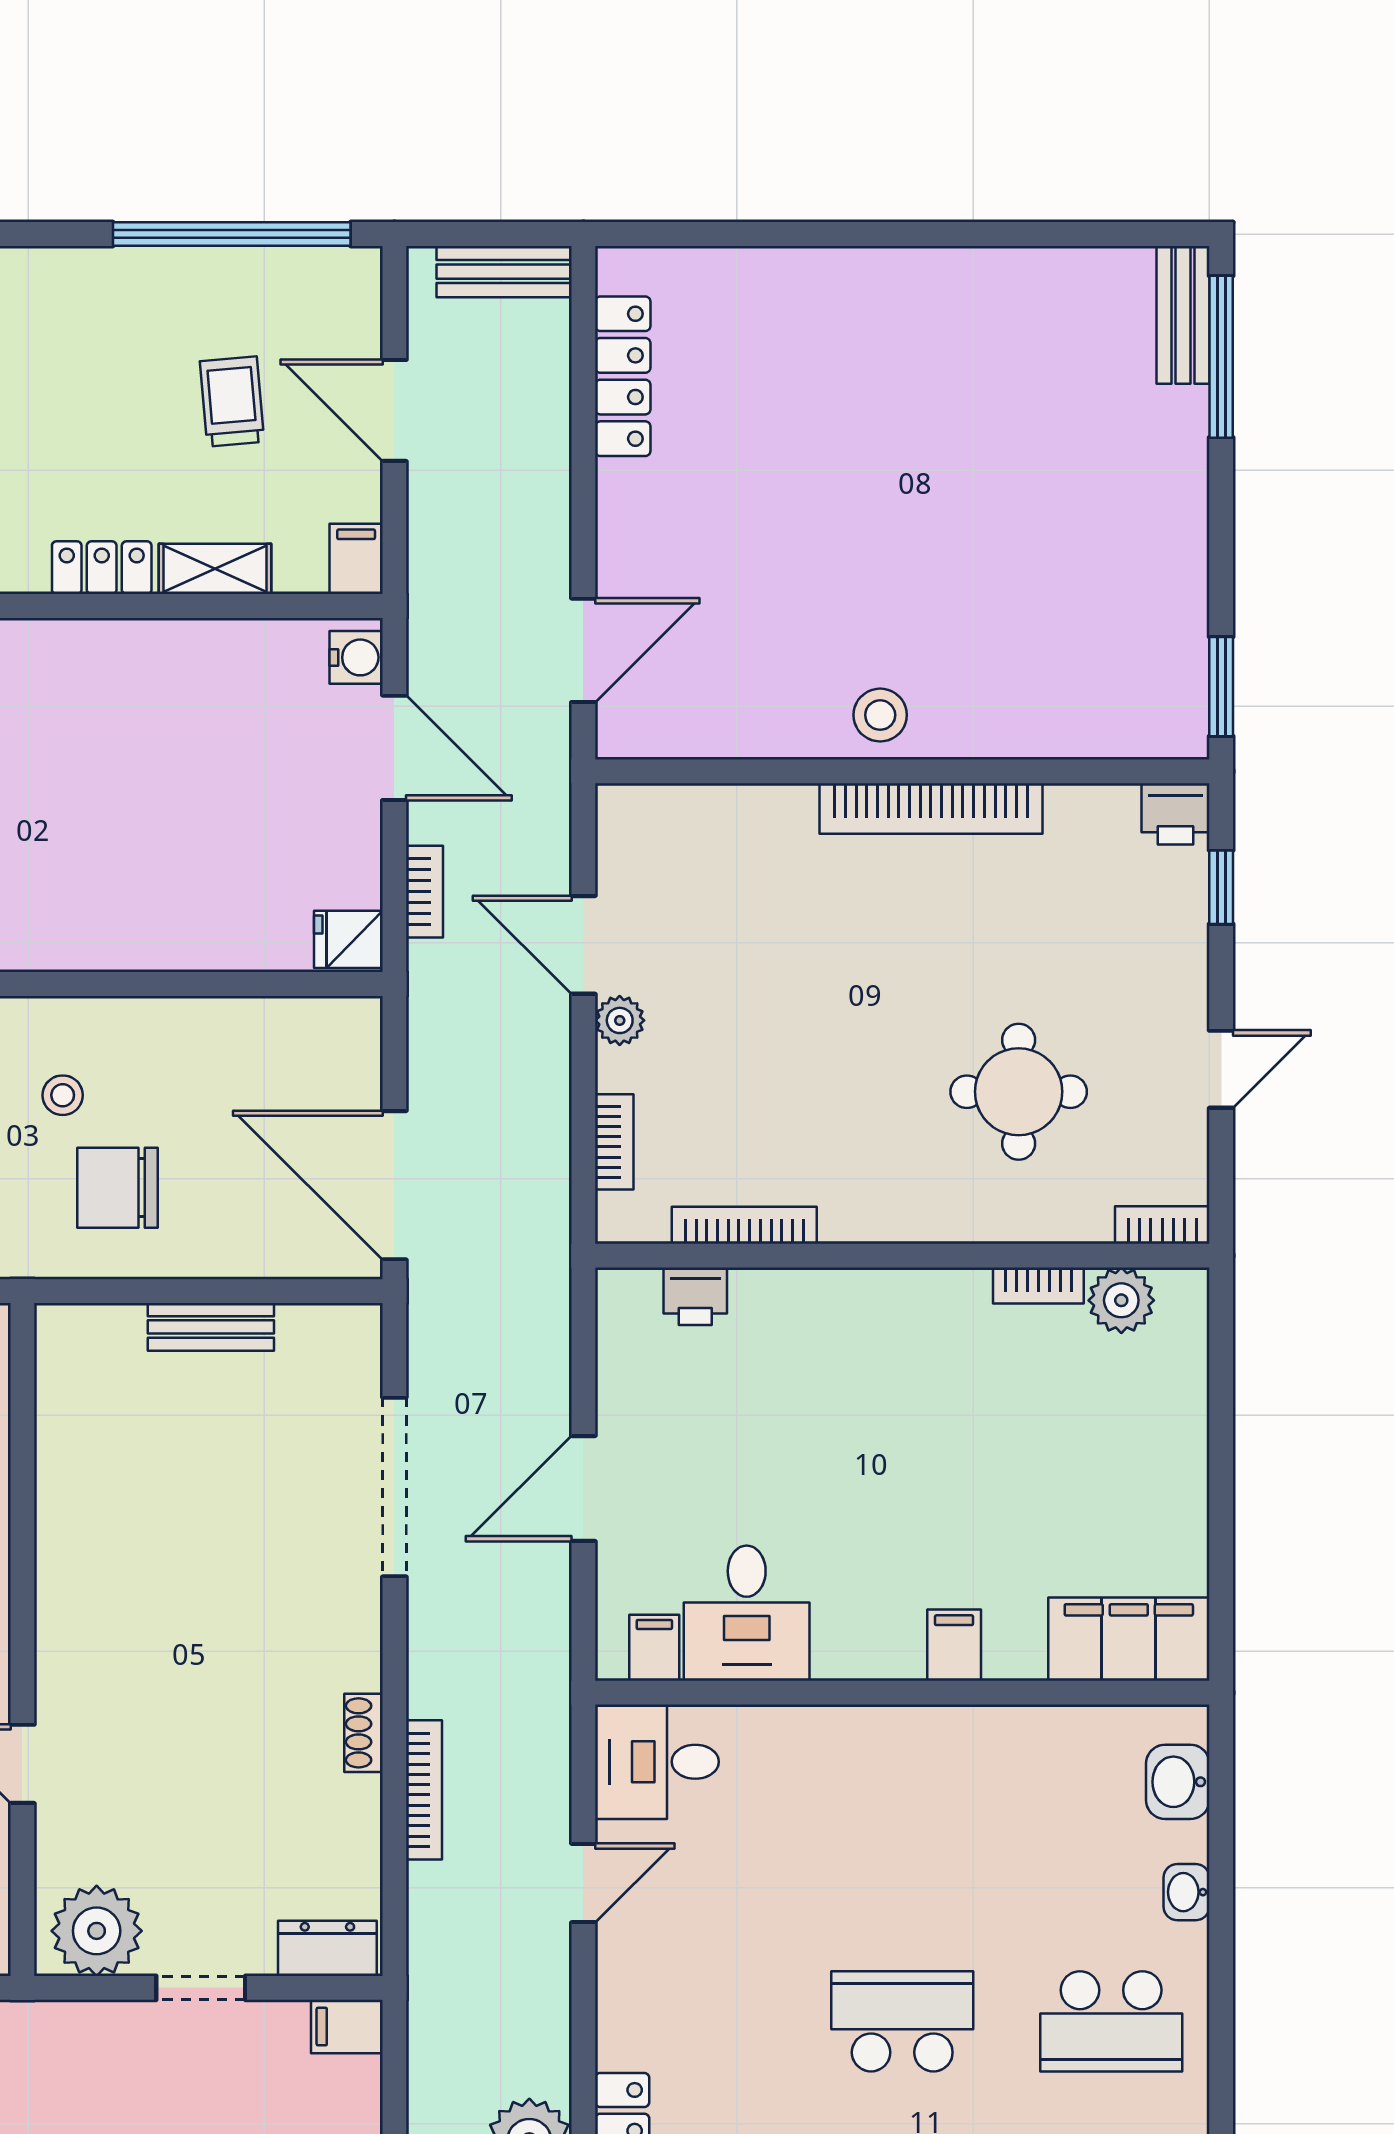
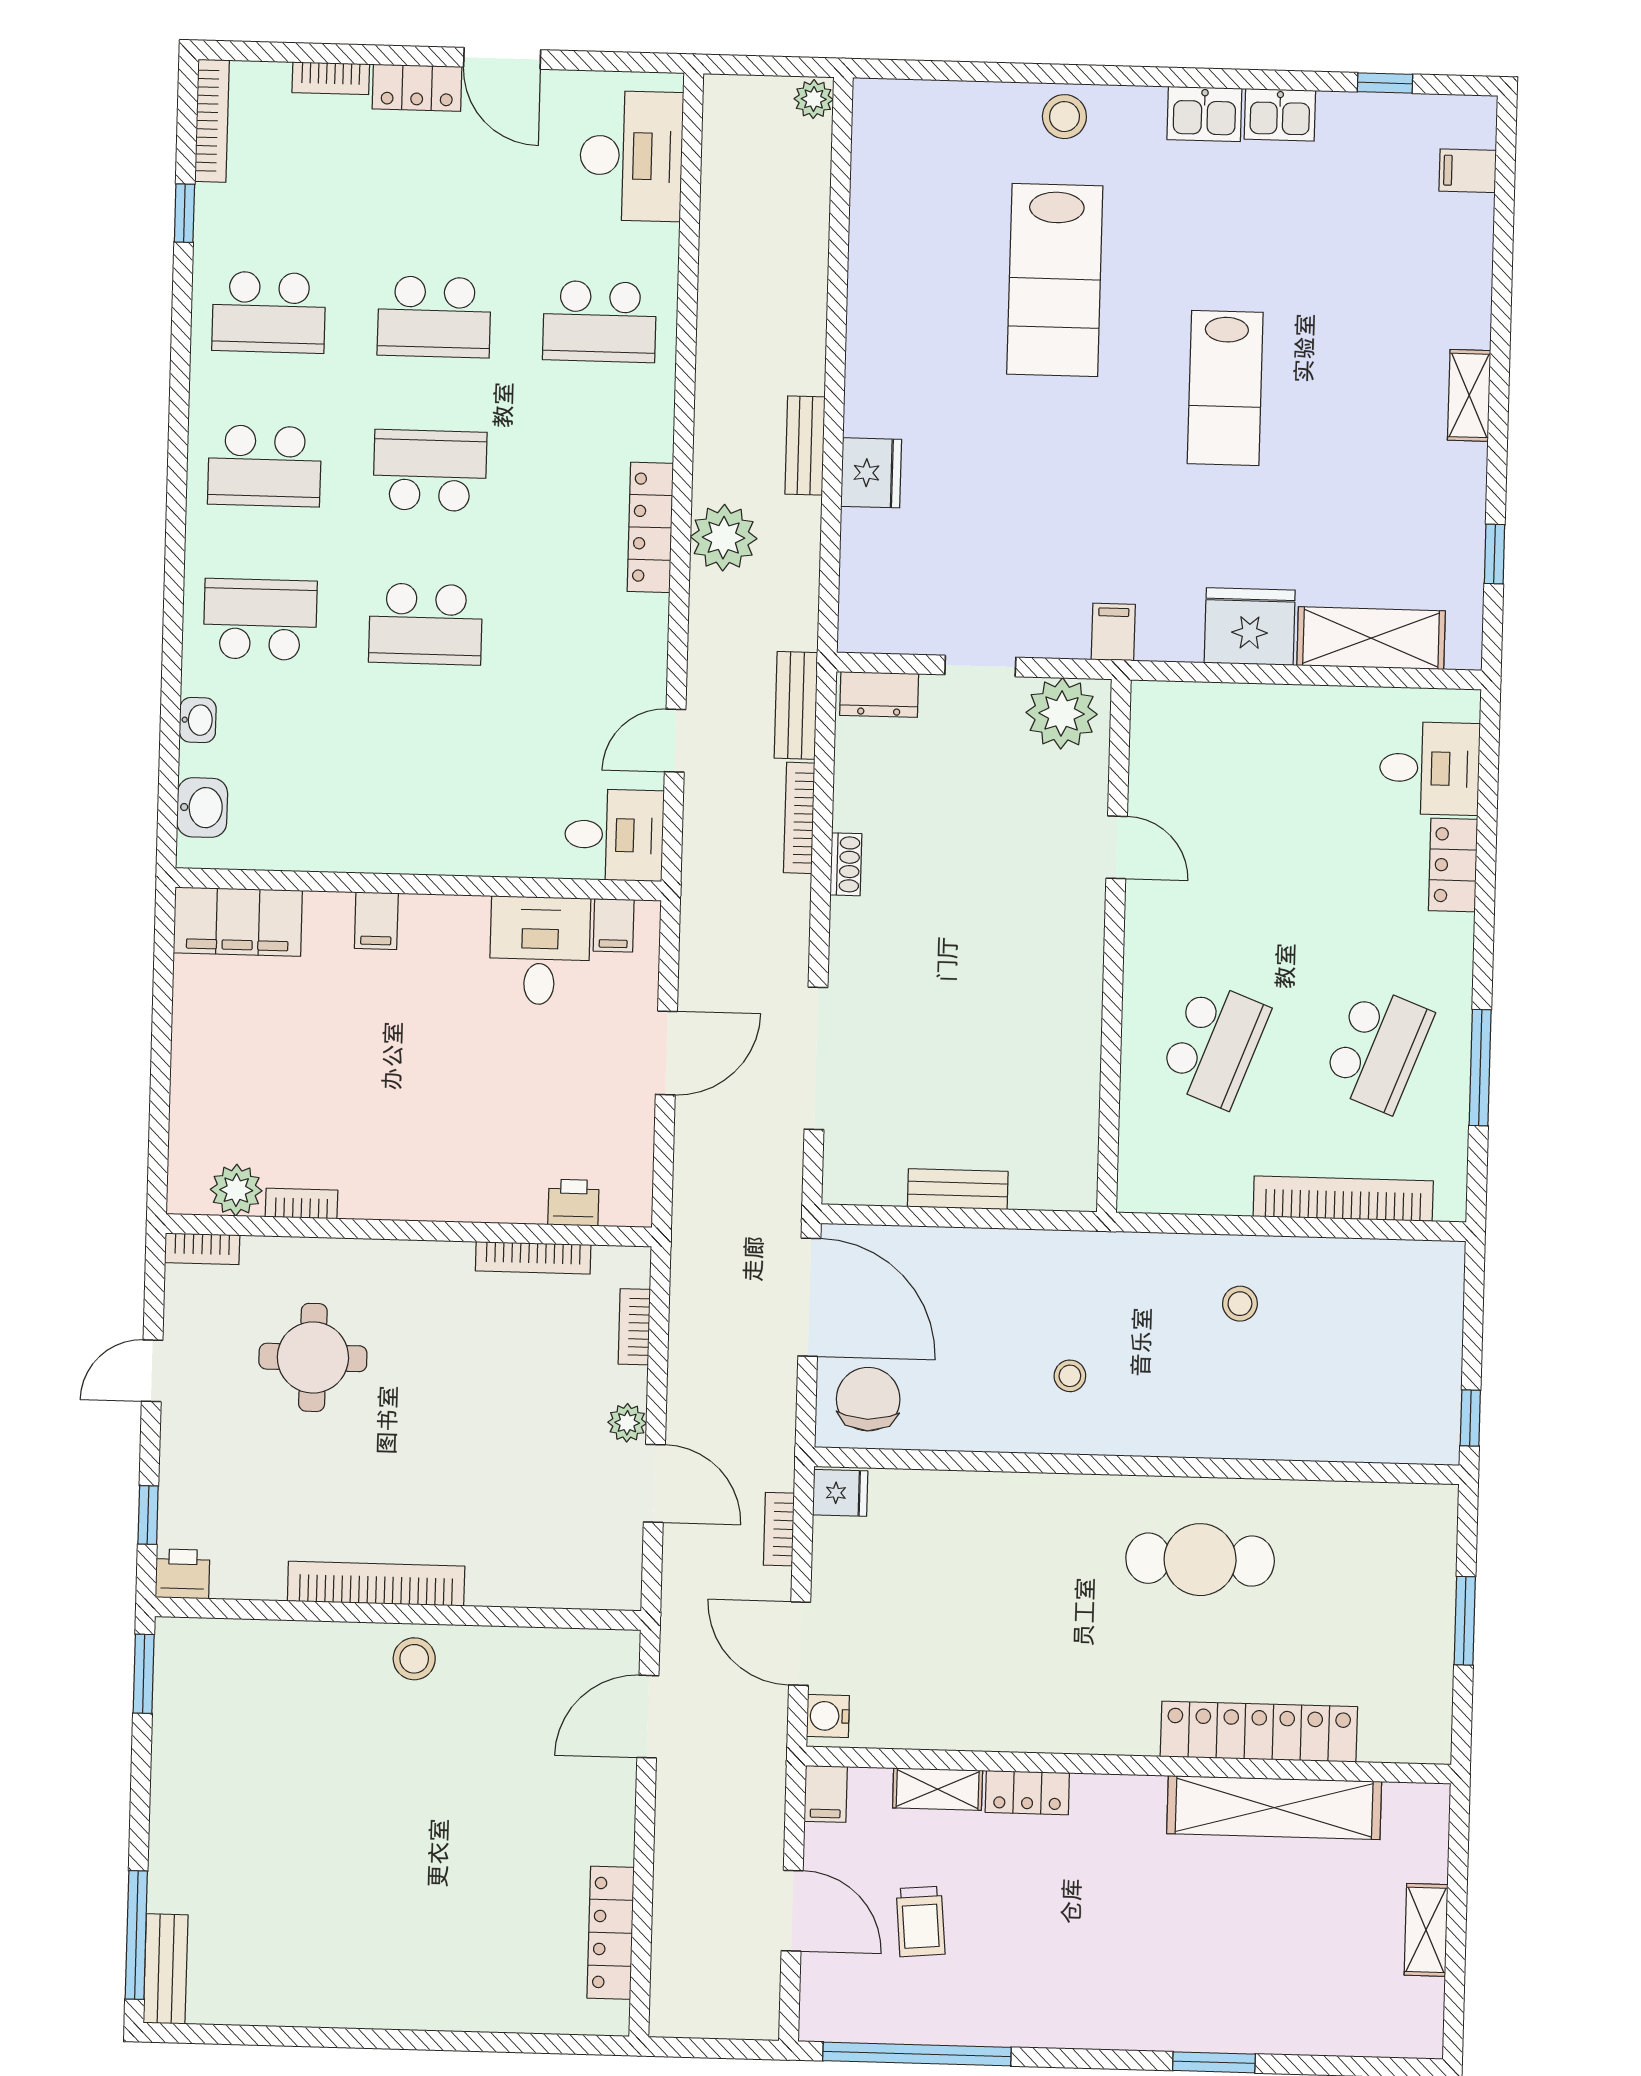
bench: (504, 272) -> (796, 705), moved, turned 90
chair: (118, 1188) -> (868, 1399), moved, turned -90
filing cabinet: (347, 2027) -> (1113, 632), moved, turned -90

